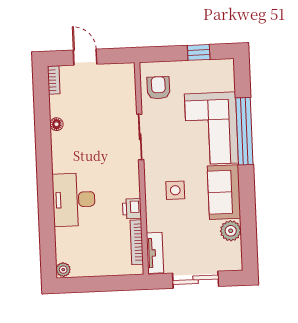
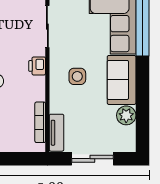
printer: (132, 209) -> (37, 66), moved

